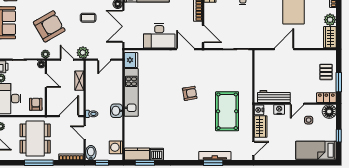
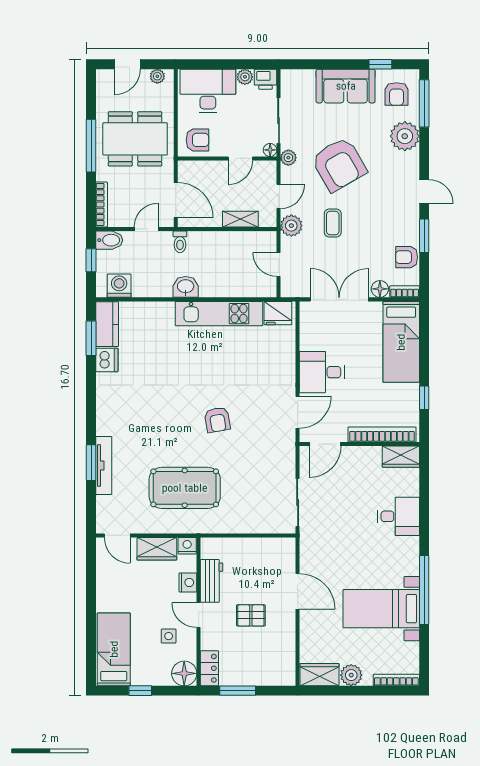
coffee table: (88, 18) -> (333, 223), moved
desk: (159, 36) -> (322, 372), width x0.73
pallet: (326, 72) -> (251, 615), moved
workbench: (274, 96) -> (212, 581), width x0.73

